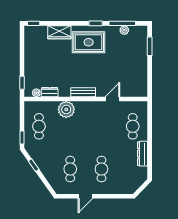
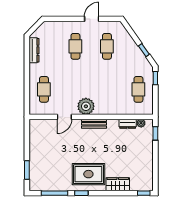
plant: (124, 30) -> (52, 186), removed
plant: (66, 109) -> (86, 106), moved
dresser: (143, 154) -> (34, 50), moved

